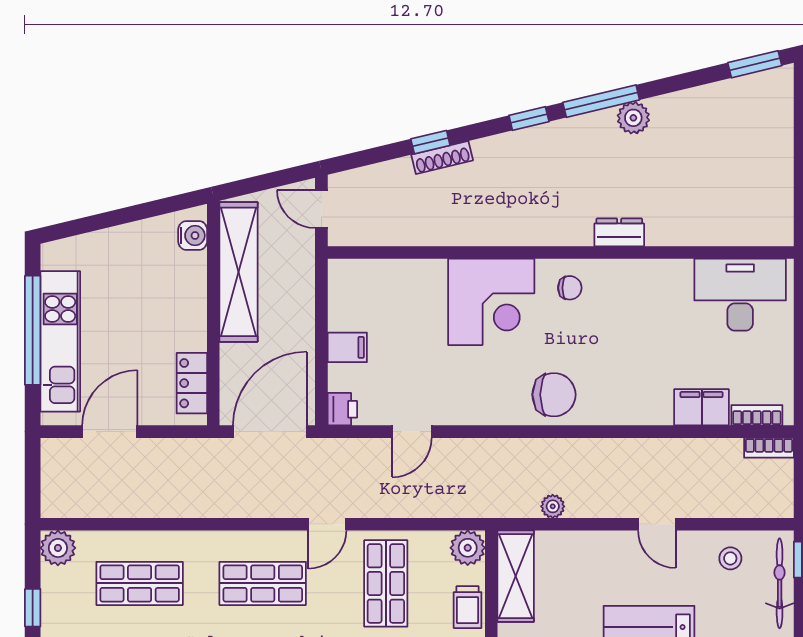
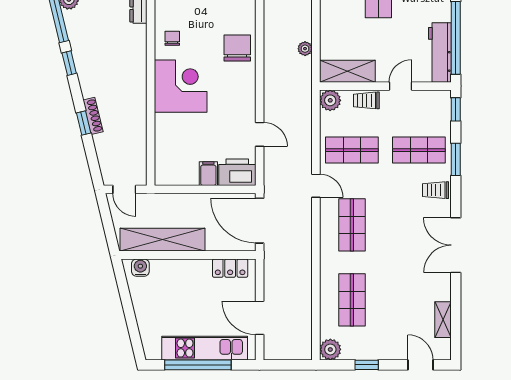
door: (321, 209) -> (124, 189), hinge flipped
printer: (342, 409) -> (237, 172), width x1.87, depth x1.48
trolley: (468, 607) -> (366, 100), turned 180

